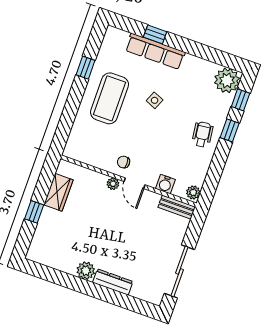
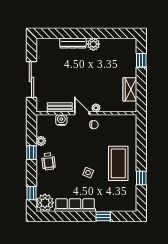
row of seats: (155, 51) -> (75, 205), moved
window: (230, 130) -> (31, 153), moved
plant: (193, 192) -> (41, 141), moved
bench: (177, 207) -> (60, 107), moved
window: (34, 212) -> (141, 60), moved
sliding door: (179, 271) -> (31, 80), moved

